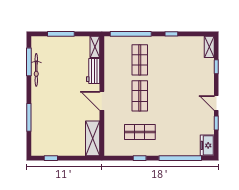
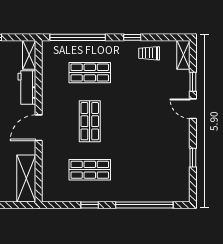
trolley: (184, 46) -> (149, 53), added
shop shelf: (140, 60) -> (90, 73), turned 90
door: (102, 101) -> (39, 128), hinge flipped
door: (216, 103) -> (193, 109), moved
freezer: (207, 145) -> (181, 188), removed

